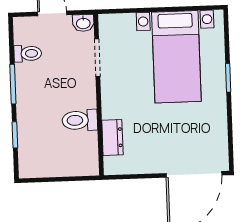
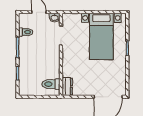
toilet: (80, 120) -> (51, 84), moved
dresser: (112, 137) -> (67, 86), moved

